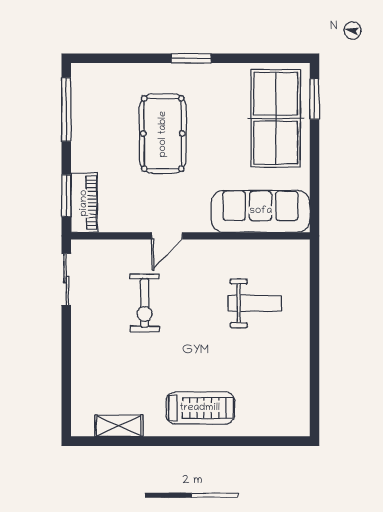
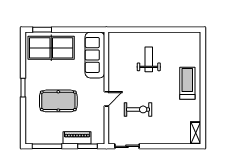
piano: (84, 203) -> (77, 138), moved
door: (167, 236) -> (106, 99), hinge flipped
weight bench: (255, 303) -> (149, 59), moved
shelving: (119, 426) -> (196, 133), moved

